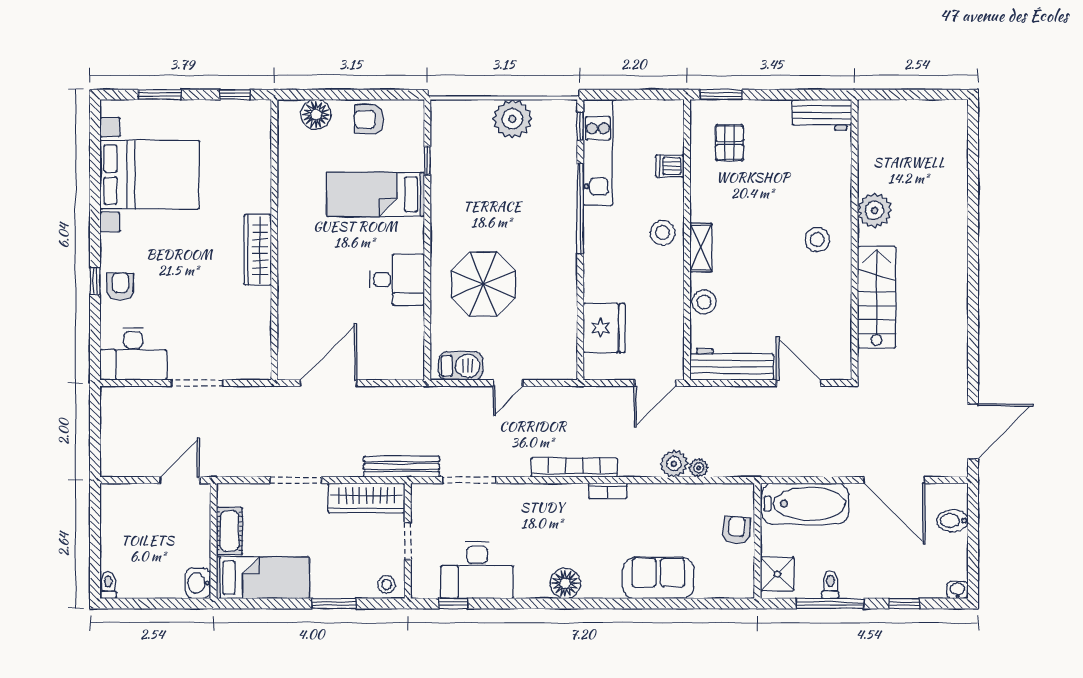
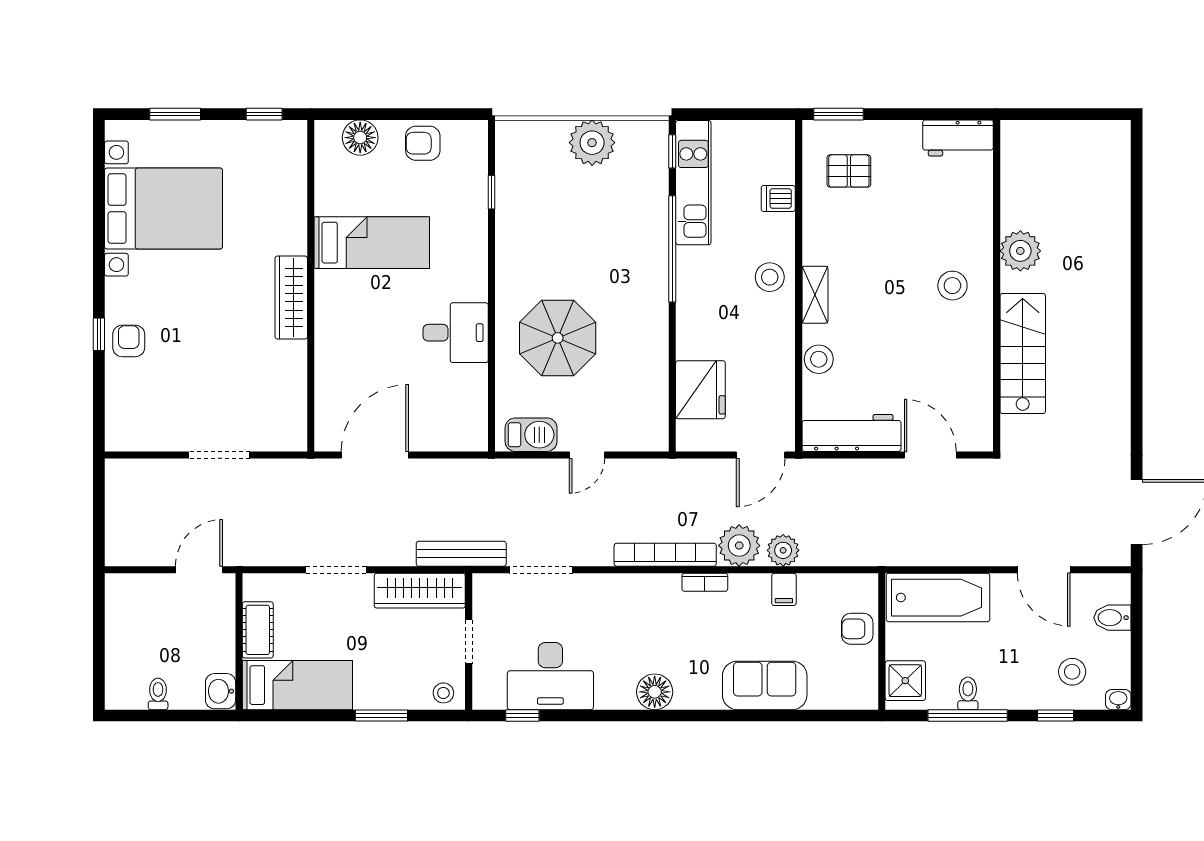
pallet: (730, 143) -> (849, 171), turned 90
bed: (376, 194) -> (372, 243), moved, turned 180
desk: (133, 354) -> (144, 421), removed
plant: (699, 468) -> (739, 546), moved, width x1.88, depth x1.88
door: (894, 480) -> (1044, 570), width x0.73
filing cabinet: (675, 497) -> (784, 589), added
armchair: (737, 530) -> (857, 629), turned -95
stool: (918, 566) -> (1072, 672), added
toilet: (108, 585) -> (158, 694), moved

